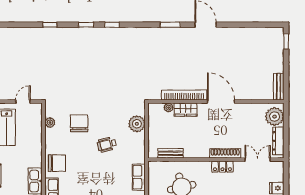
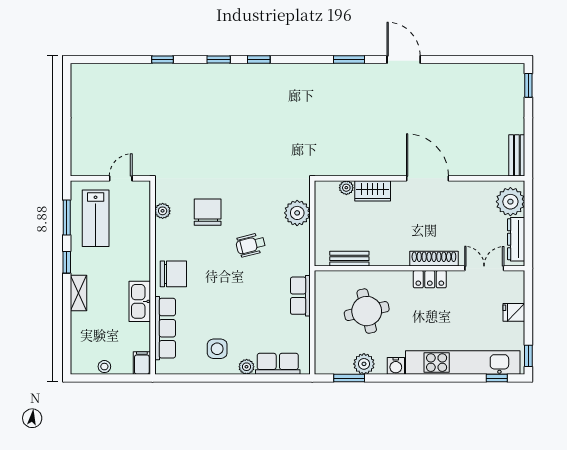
bookcase: (184, 95) -> (370, 168), removed

